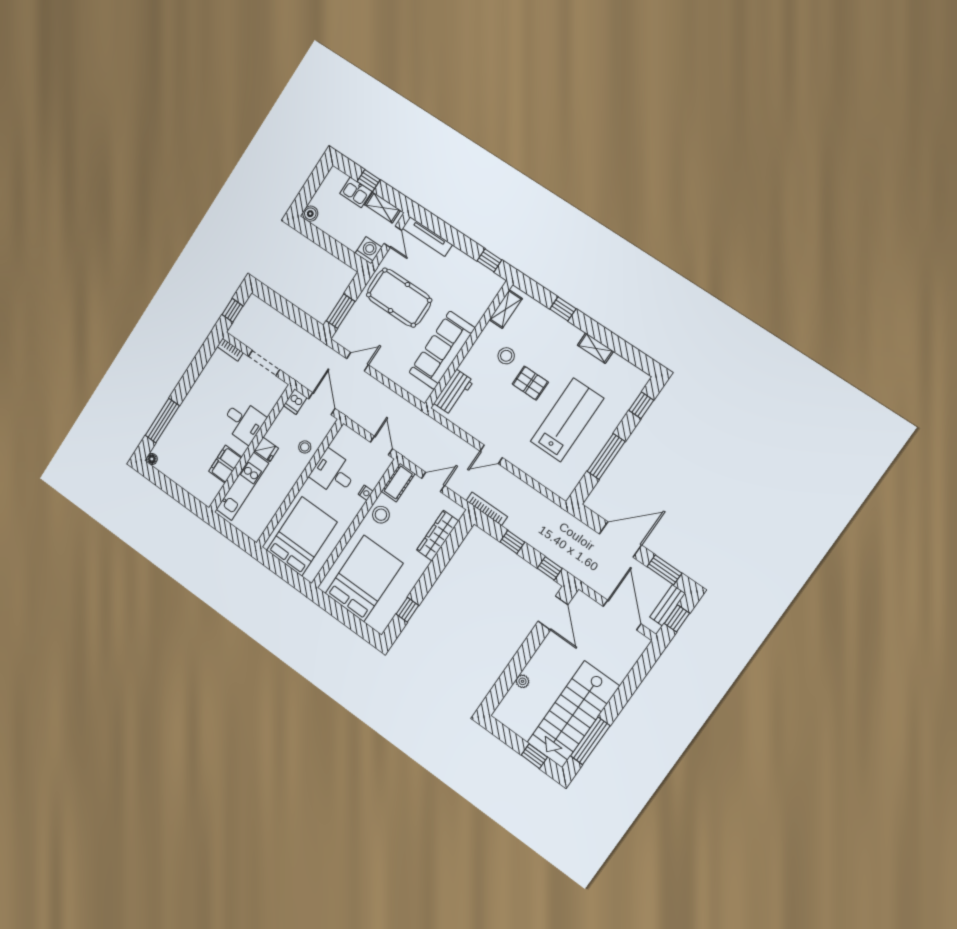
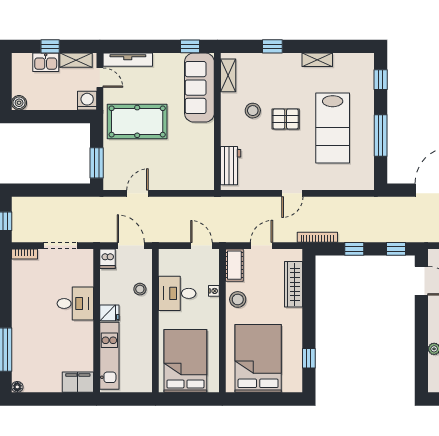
sofa: (442, 350) -> (199, 88), moved
lab bench: (567, 420) -> (333, 128), turned 180
filing cabinet: (225, 464) -> (78, 382), moved, turned 90

